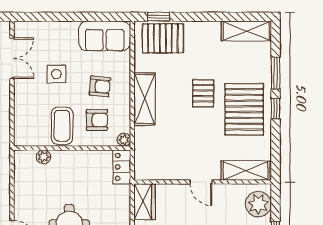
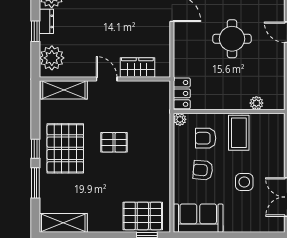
pallet: (203, 93) -> (114, 142), moved, turned 90
shelving: (145, 99) -> (160, 158), removed
wardrobe: (144, 202) -> (137, 68), moved, turned 90

